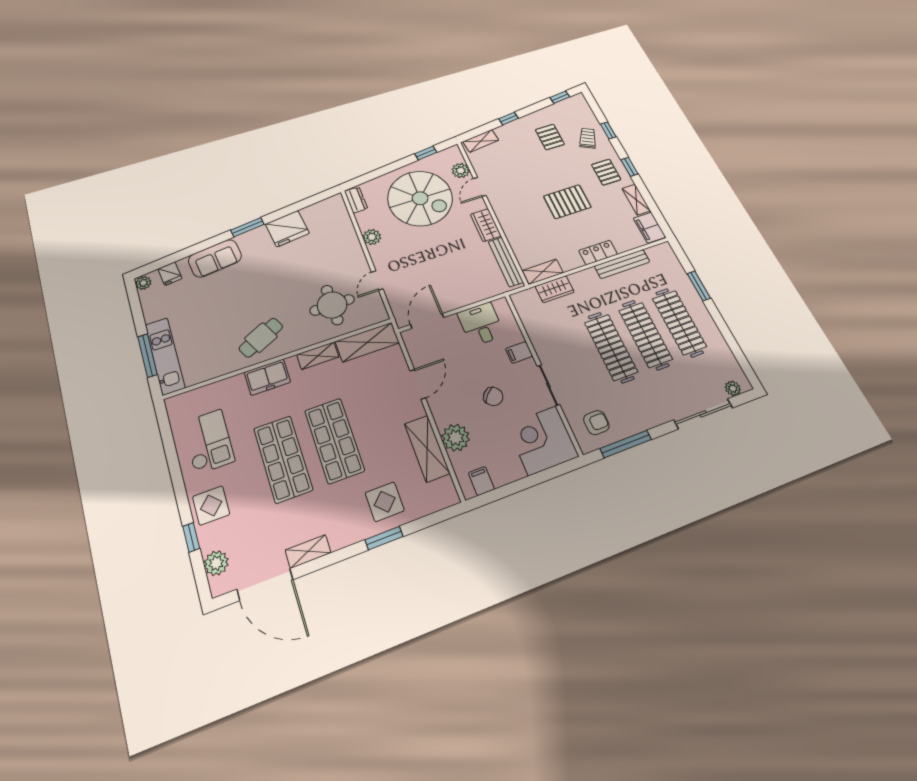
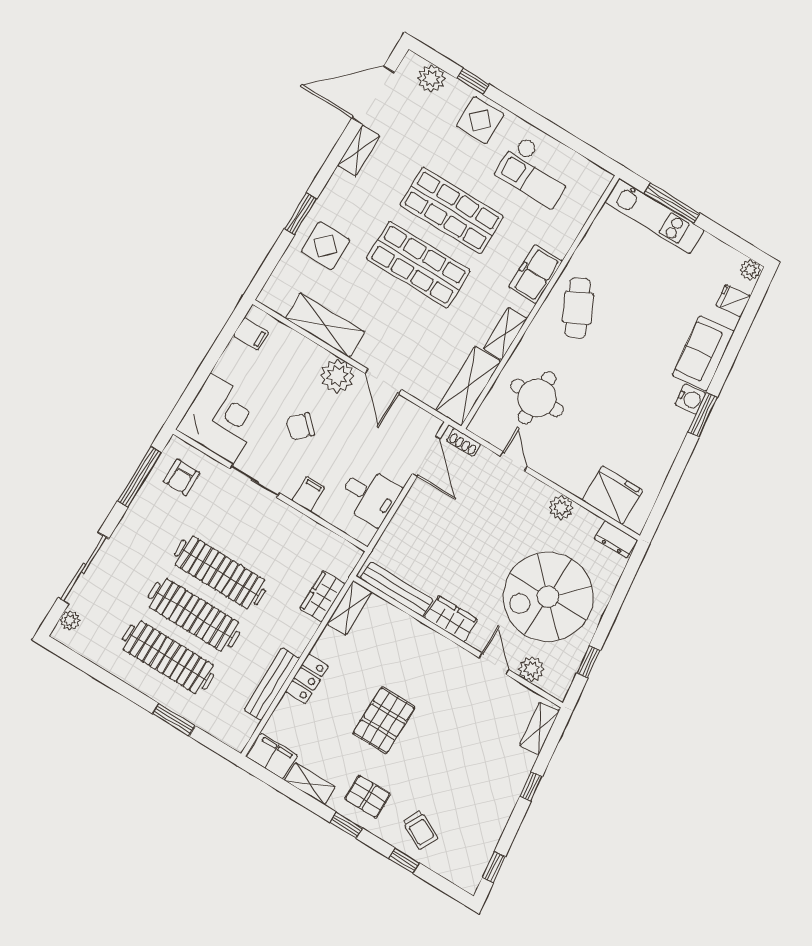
pallet: (550, 137) -> (465, 797), removed
fridge: (287, 229) -> (612, 495), moved, turned 97
water cooler: (246, 240) -> (690, 399), added
shoe rack: (398, 312) -> (464, 442), added
plant: (456, 438) -> (337, 376), moved

